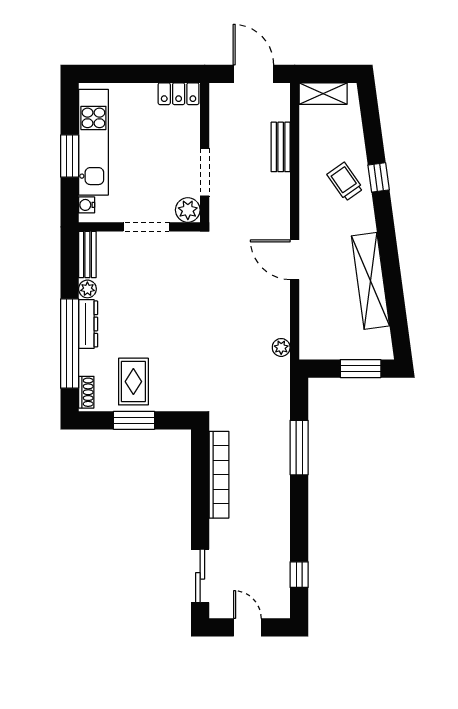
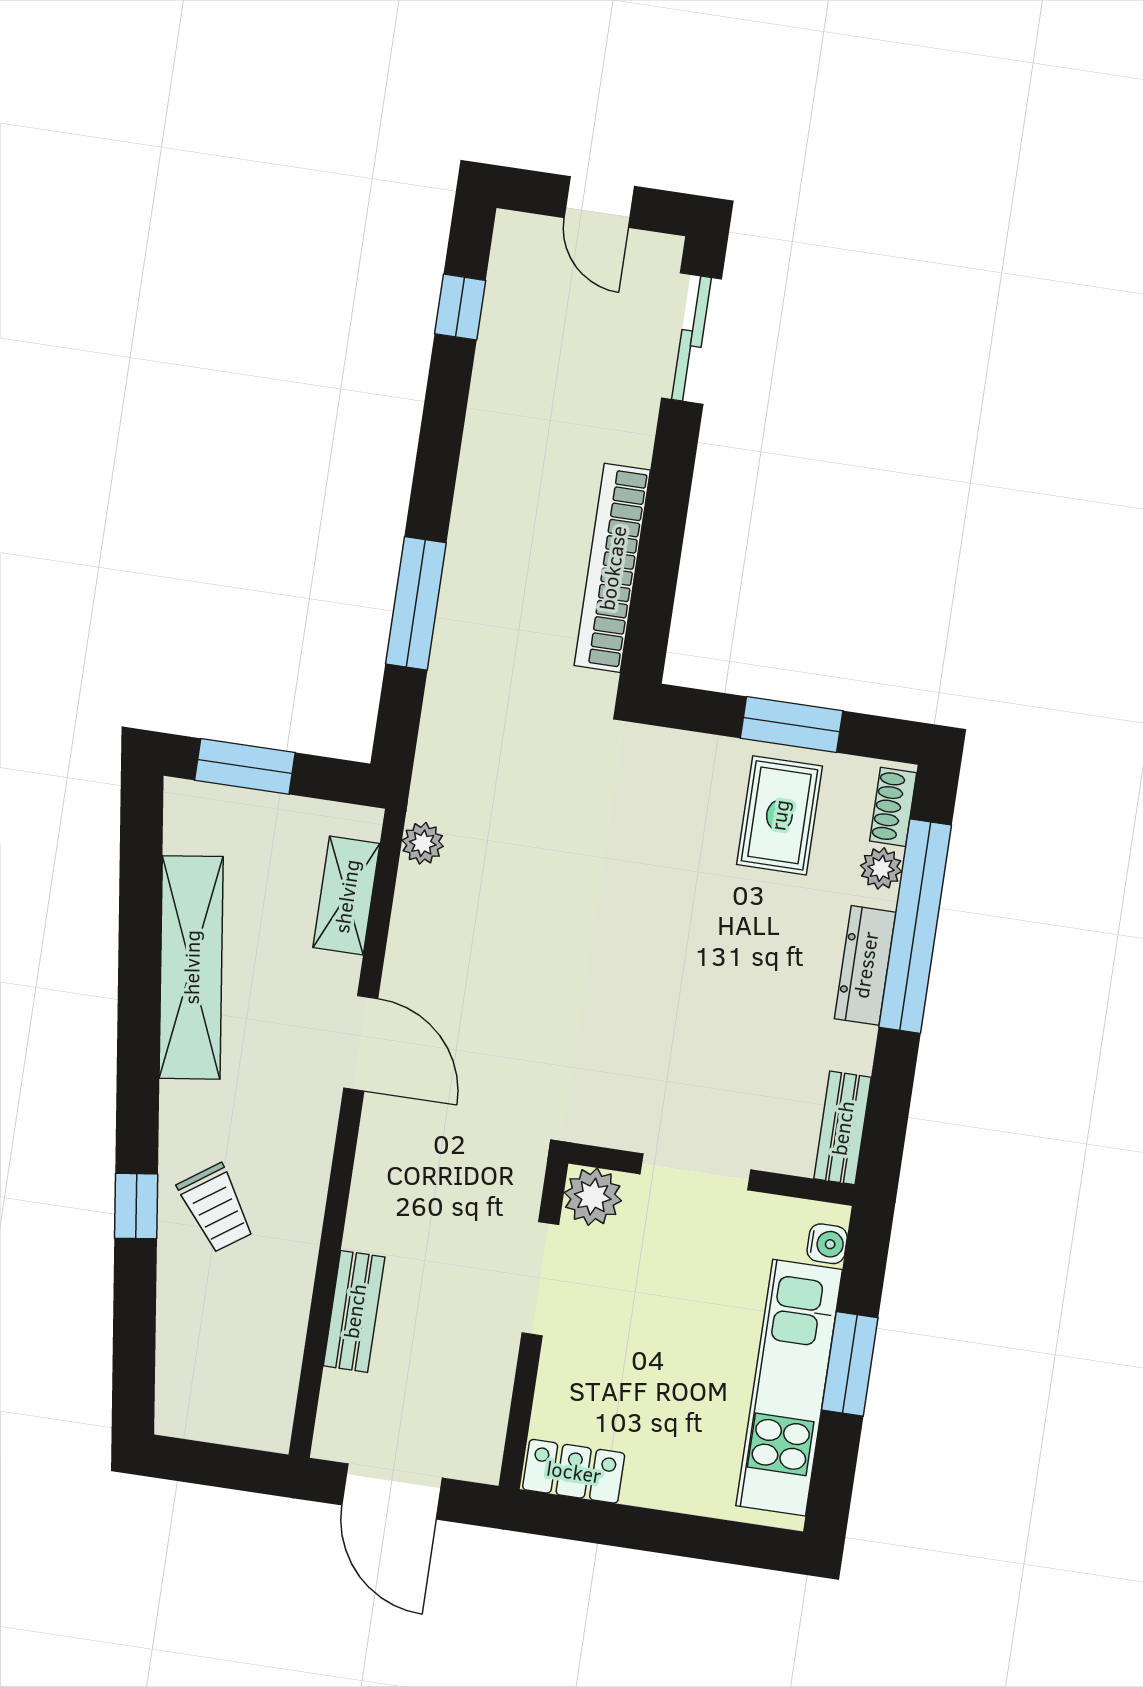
shelving: (323, 94) -> (346, 896), moved, turned 90
plant: (87, 289) -> (881, 868), moved

